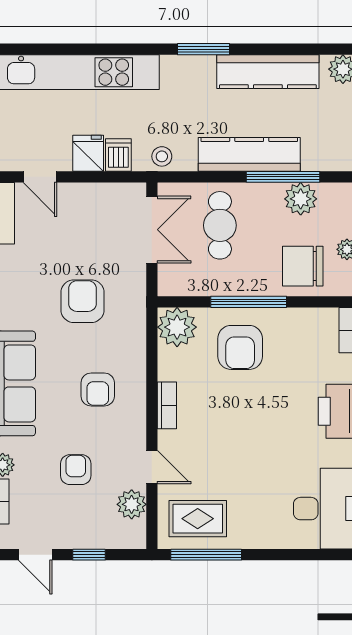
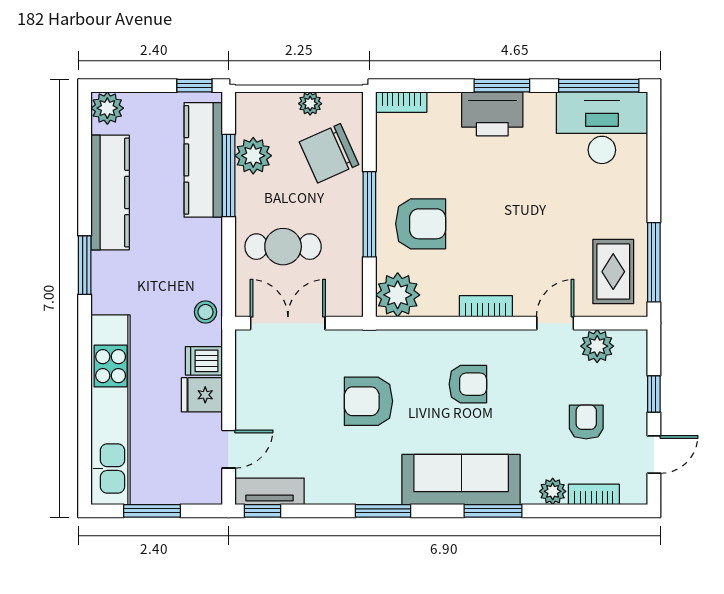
kitchen counter: (249, 154) -> (203, 160), moved
chair: (303, 266) -> (329, 153), turned 66
armchair: (76, 470) -> (586, 422), moved, turned 90

